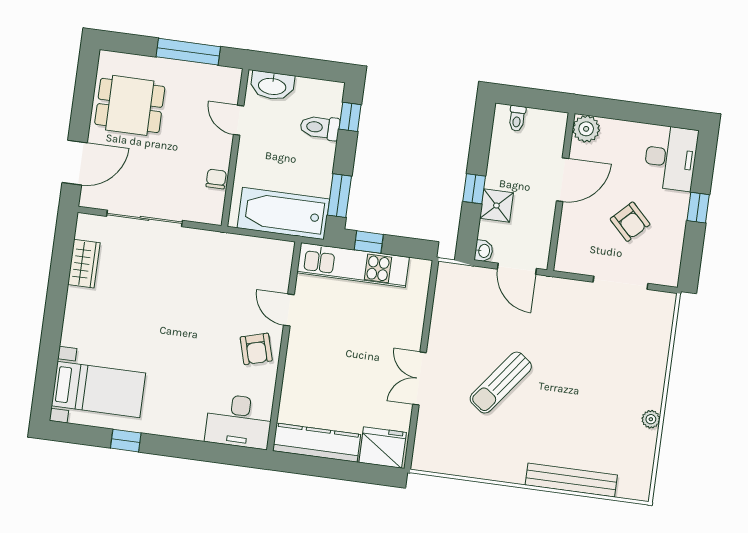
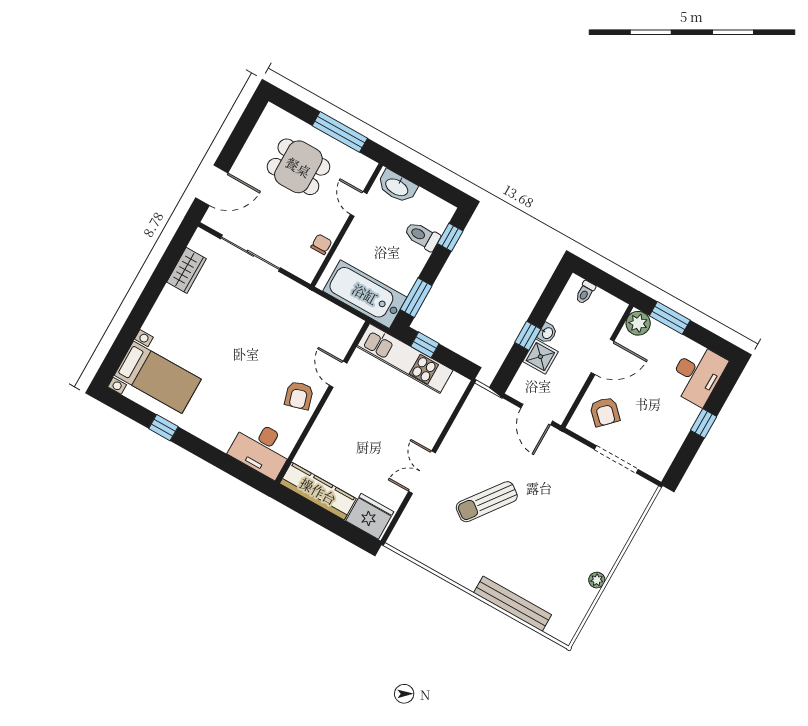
dining table: (130, 105) -> (298, 167), moved
window: (618, 110) -> (670, 318), added
armchair: (630, 222) -> (605, 412), moved
washbasin: (484, 251) -> (547, 333), moved

